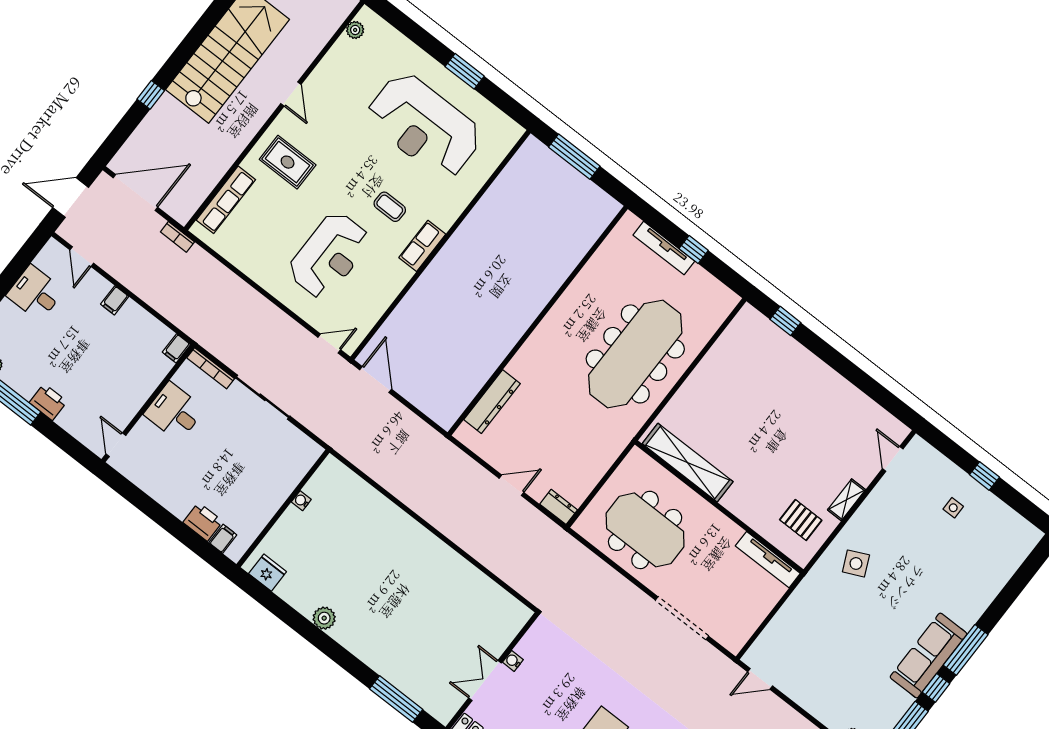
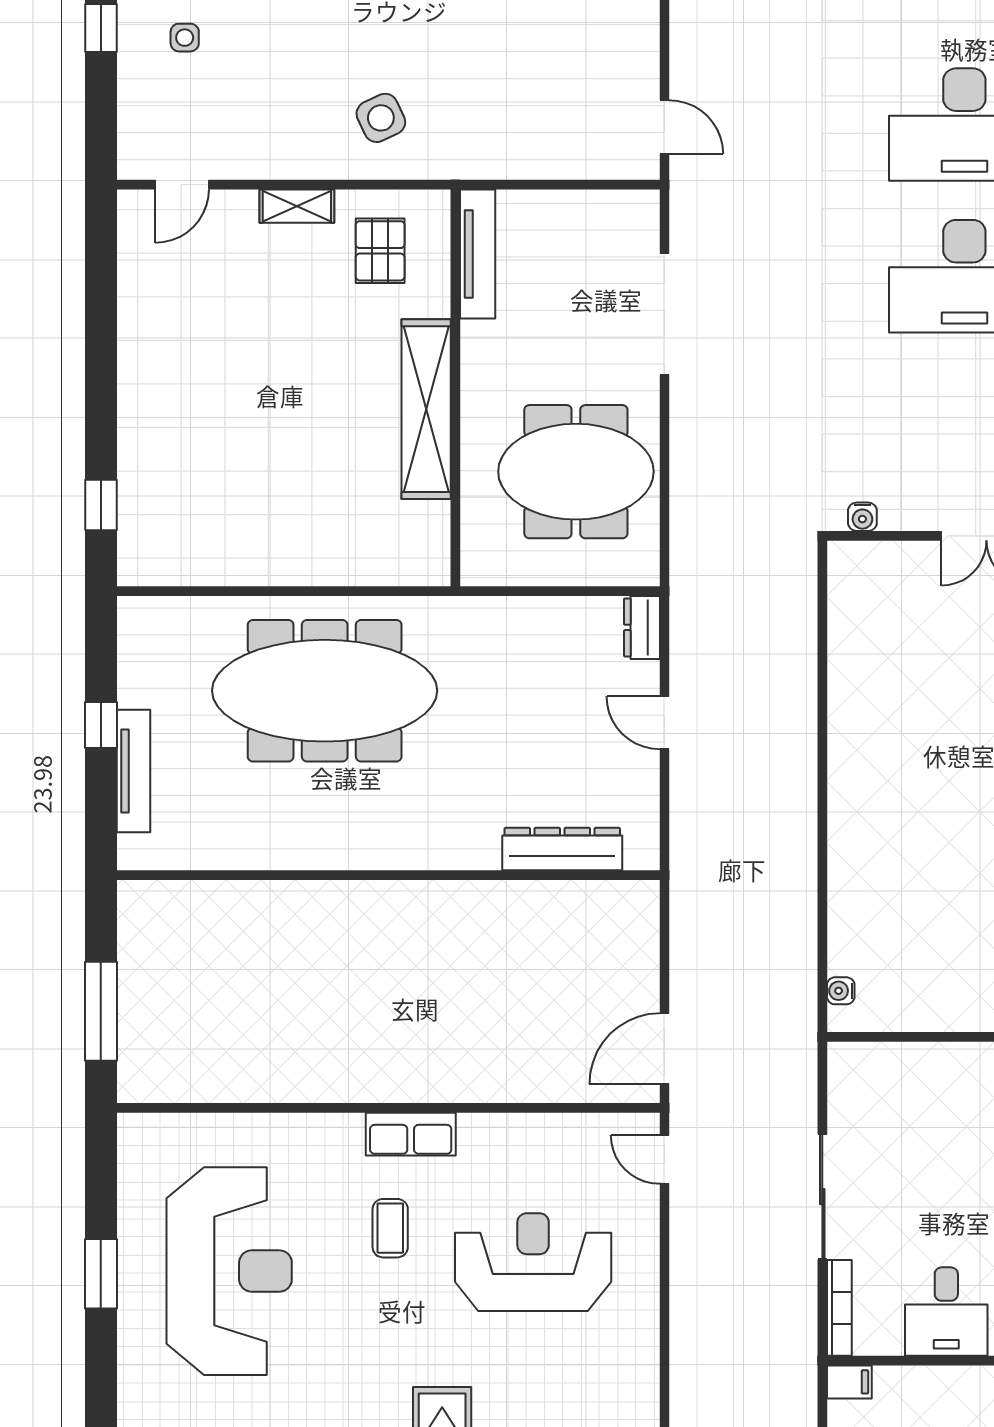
shelving: (688, 463) -> (426, 409), moved
water cooler: (301, 501) -> (841, 991), moved, turned 90
meeting table: (645, 530) -> (576, 472), turned 90
water cooler: (513, 661) -> (862, 517), moved

